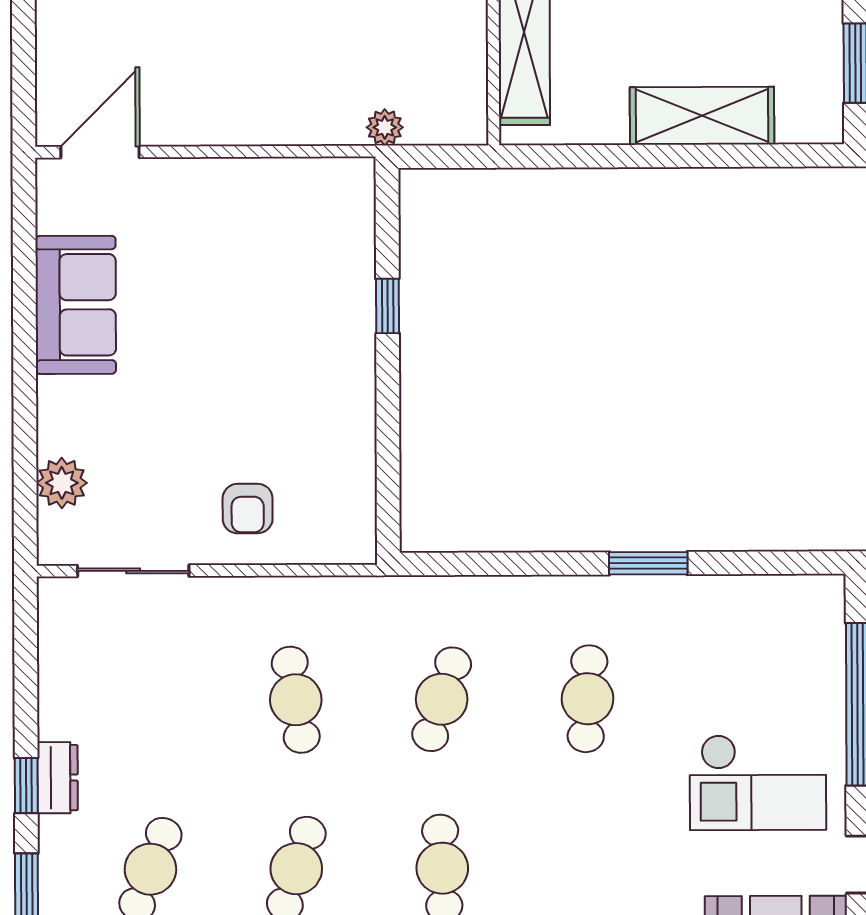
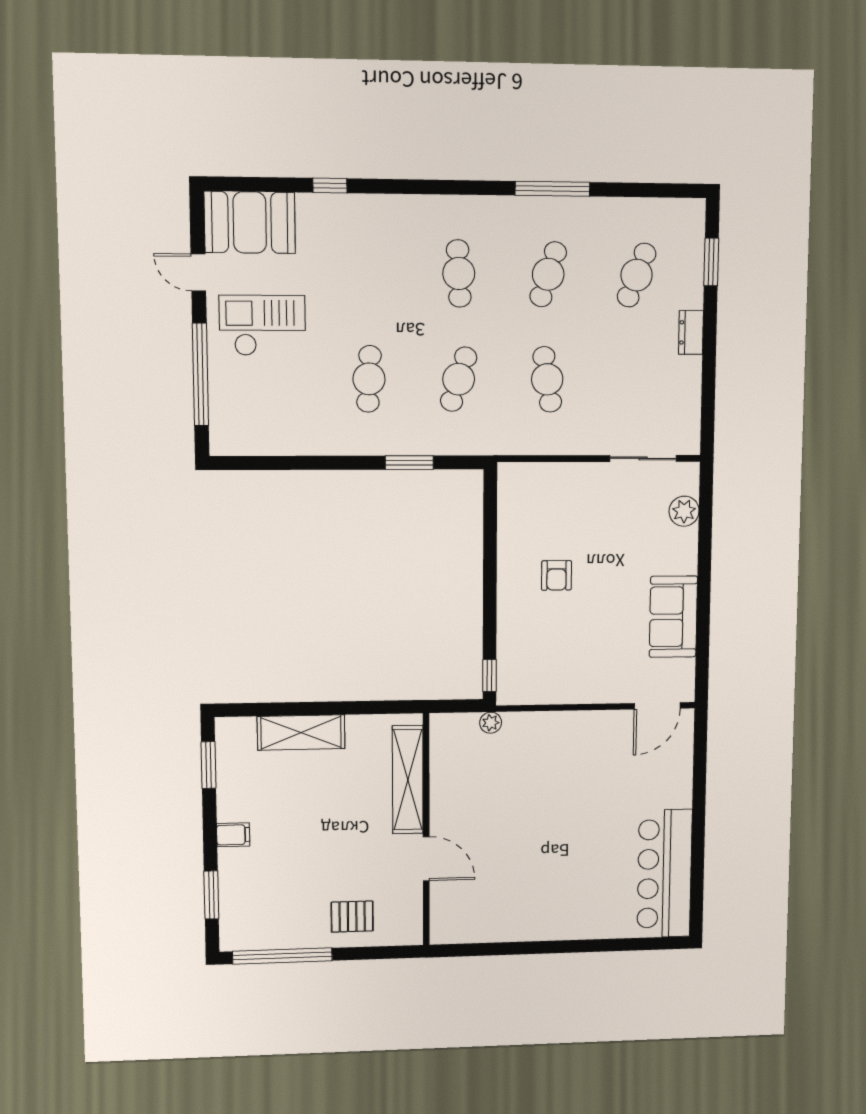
window: (388, 306) -> (489, 676), moved
armchair: (248, 509) -> (557, 575), moved, turned 180
window: (648, 563) -> (409, 463), moved
window: (26, 786) -> (710, 328), removed

